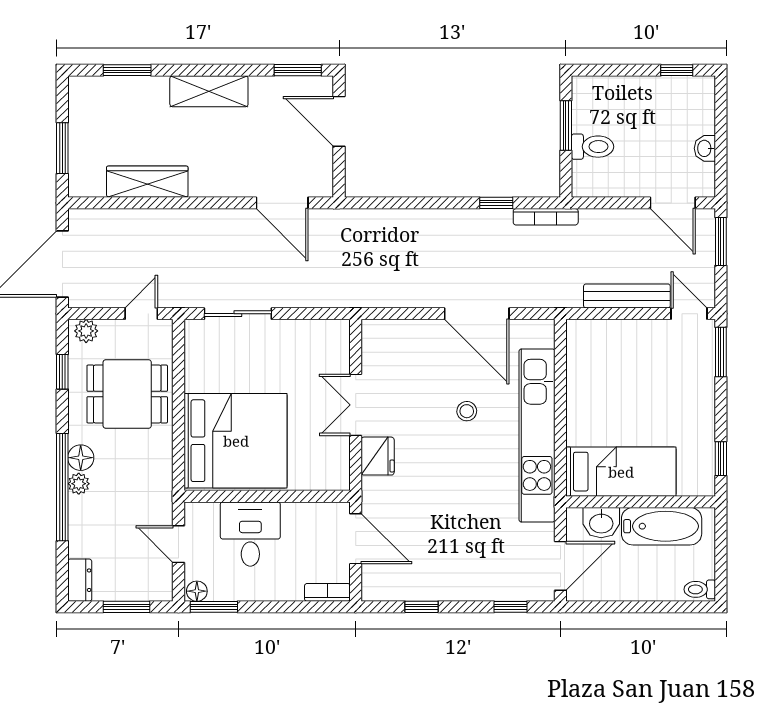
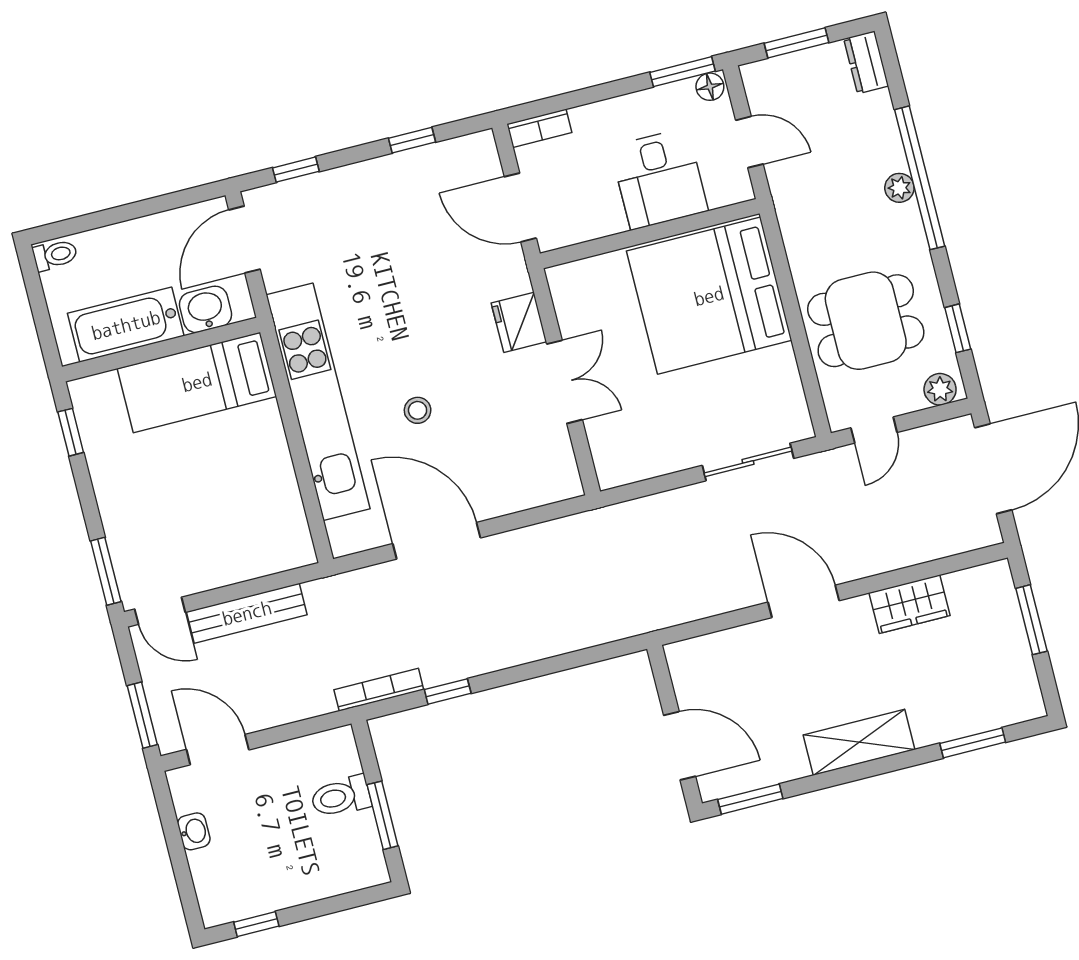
wardrobe: (147, 182) -> (910, 604), width x0.67
door: (282, 203) -> (804, 601), moved
floor lamp: (81, 458) -> (905, 222), removed

